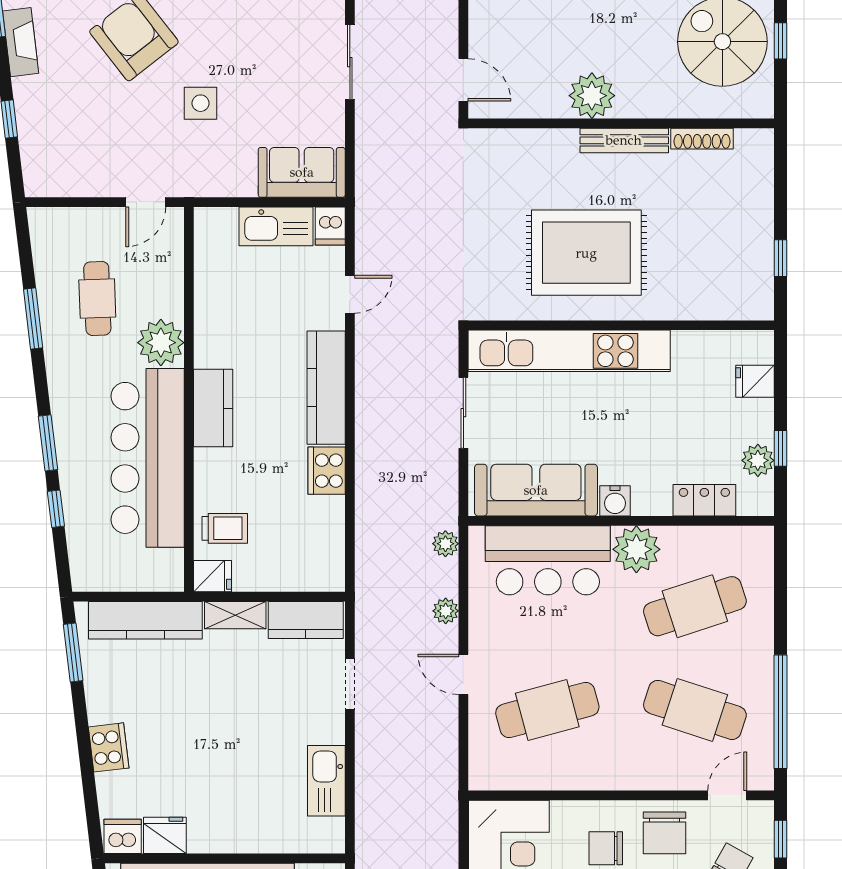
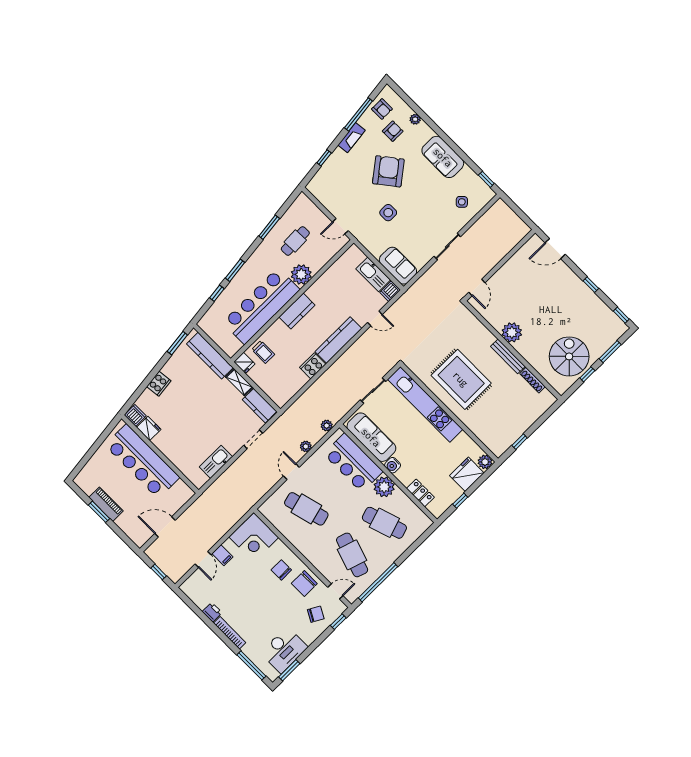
fridge: (755, 381) -> (467, 474), width x1.88, depth x1.34
plant: (758, 460) -> (485, 462), moved

